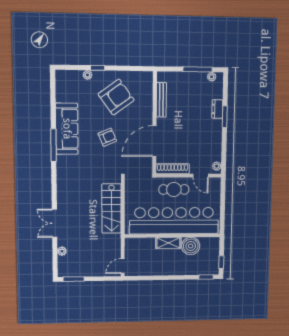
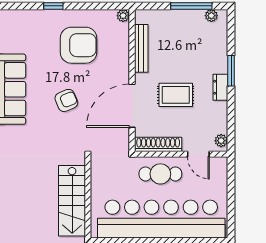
plant: (87, 75) -> (123, 16), moved
armchair: (116, 97) -> (79, 45), turned 36
dresser: (217, 109) -> (220, 87), moved
rug: (185, 134) -> (176, 95), added

